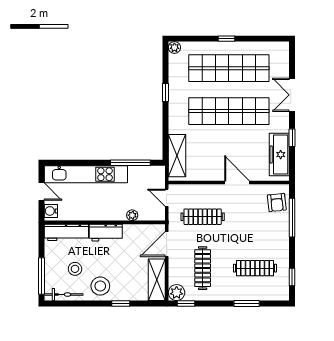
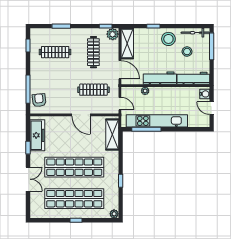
kitchen unit: (86, 174) -> (157, 121), moved
door: (237, 182) -> (81, 115), moved
workbench: (106, 233) -> (160, 78), width x1.38
door: (167, 244) -> (120, 70), hinge flipped

